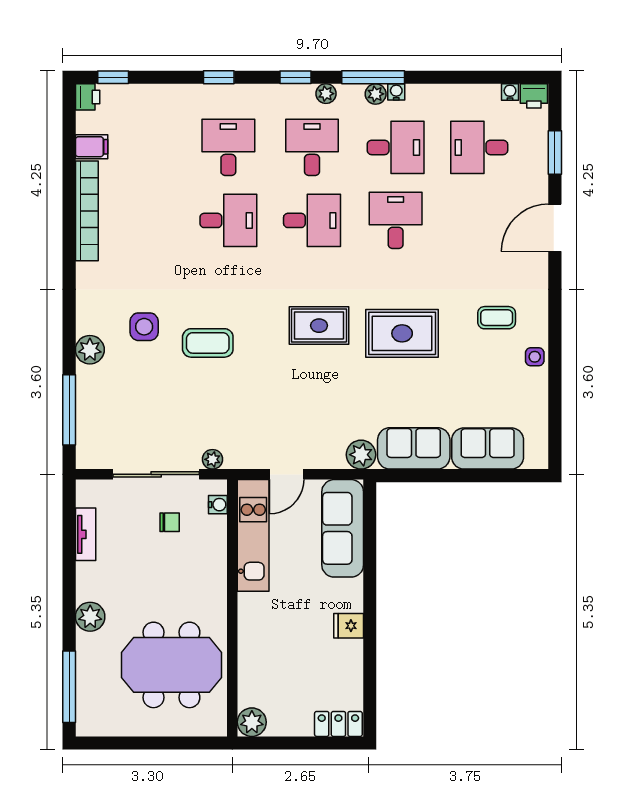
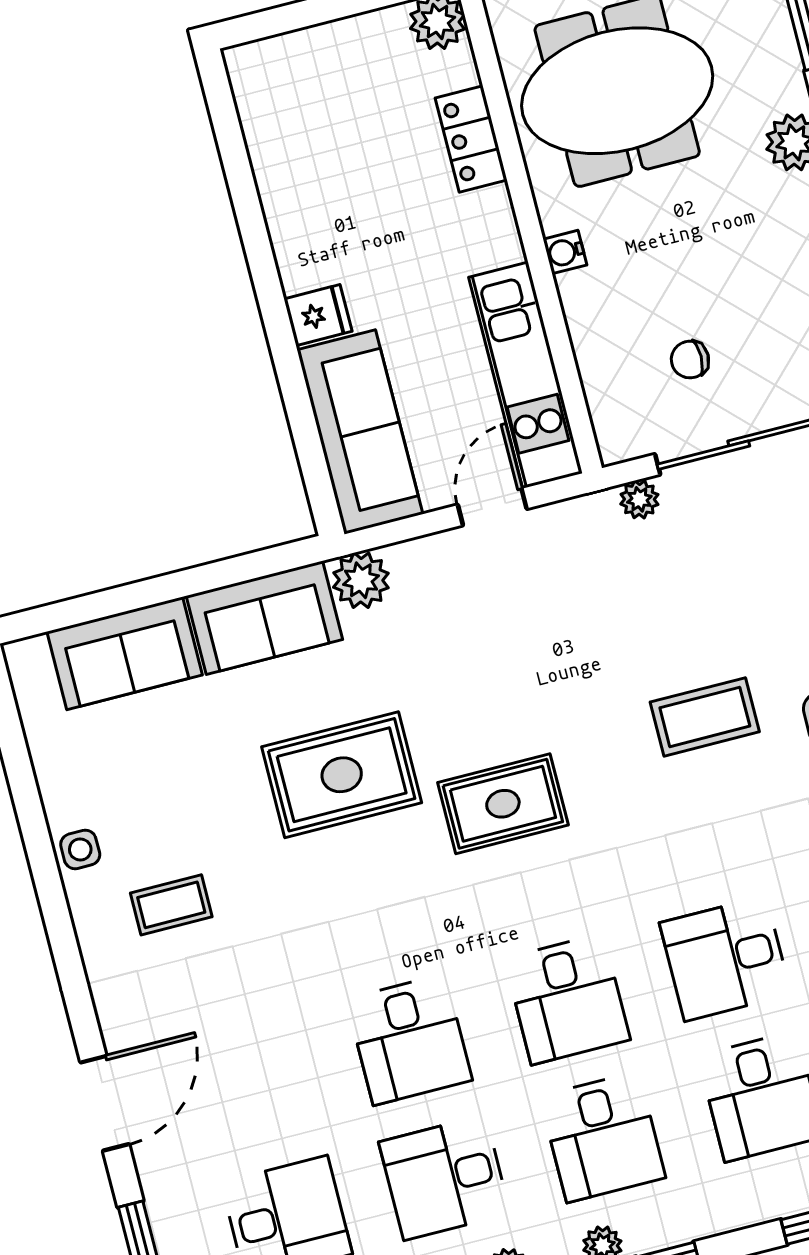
desk: (312, 220) -> (567, 999), turned -90
rug: (402, 333) -> (342, 775), moved
water cooler: (218, 505) -> (565, 252), moved
fridge: (349, 626) -> (318, 315), moved
locker: (338, 724) -> (471, 139), moved, turned 90

